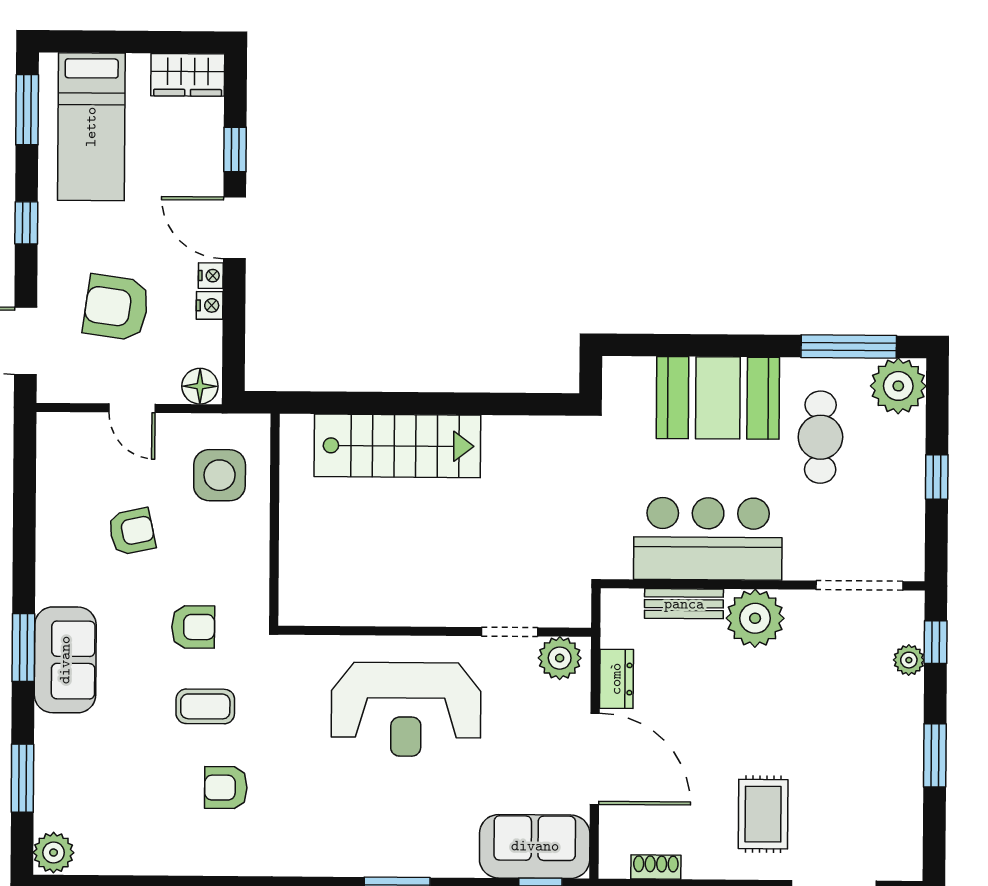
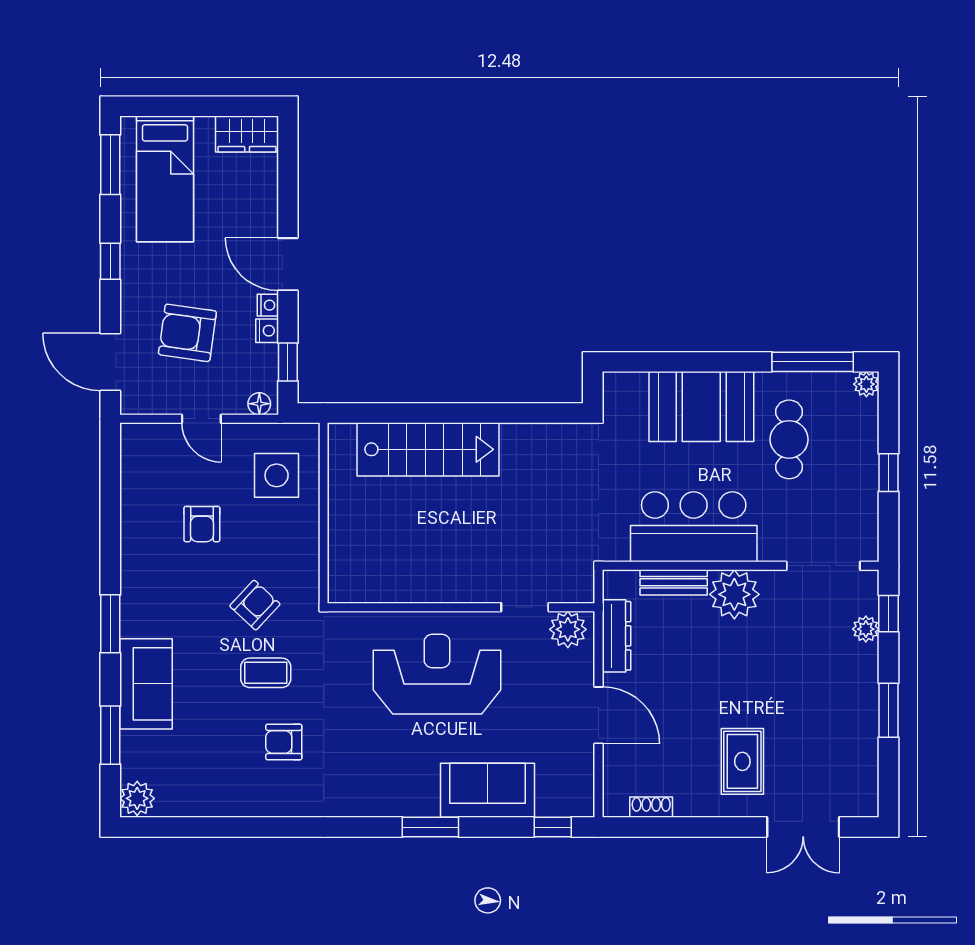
window: (235, 149) -> (288, 362), moved
floor lamp: (200, 386) -> (259, 404), width x0.73, depth x0.73
plant: (898, 386) -> (866, 384), width x0.53, depth x0.53
armchair: (132, 532) -> (202, 524), turned 102
armchair: (193, 627) -> (255, 605), turned -47
sofa: (65, 660) -> (146, 684), moved
dresser: (616, 679) -> (616, 636), width x1.44
reception desk: (406, 709) -> (437, 674), turned 180
door: (595, 759) -> (598, 715), width x0.73
sofa: (535, 846) -> (488, 790), moved

